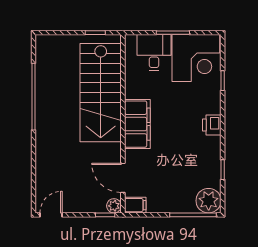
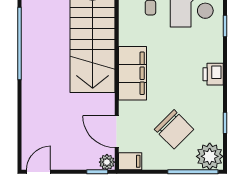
chair: (176, 176) -> (174, 129), added

